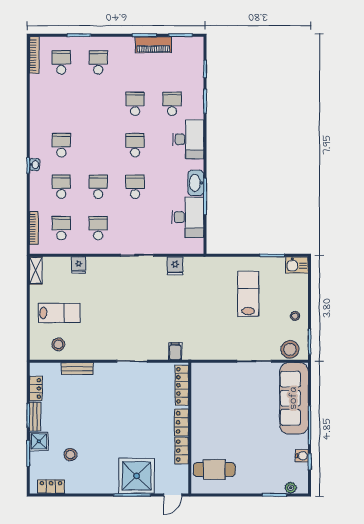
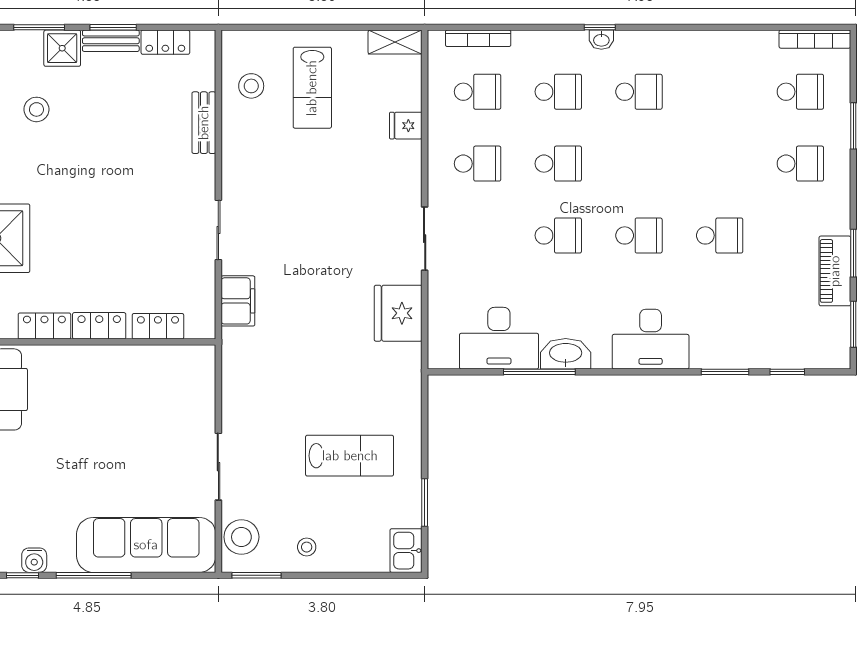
school desk: (172, 104) -> (720, 307), removed
fridge: (175, 266) -> (398, 313), width x1.88, depth x1.34
filing cabinet: (175, 351) -> (238, 301), width x2.00
locker: (182, 385) -> (158, 326), width x0.66

